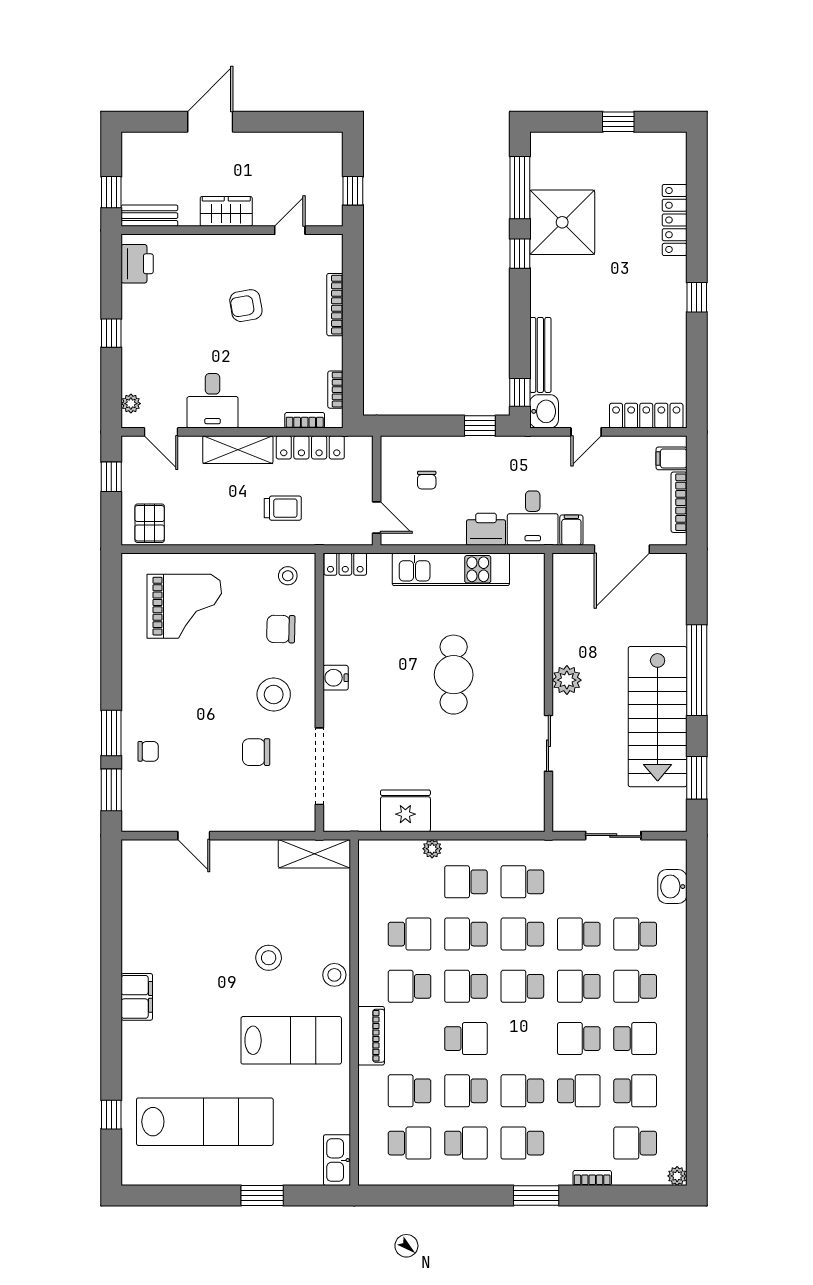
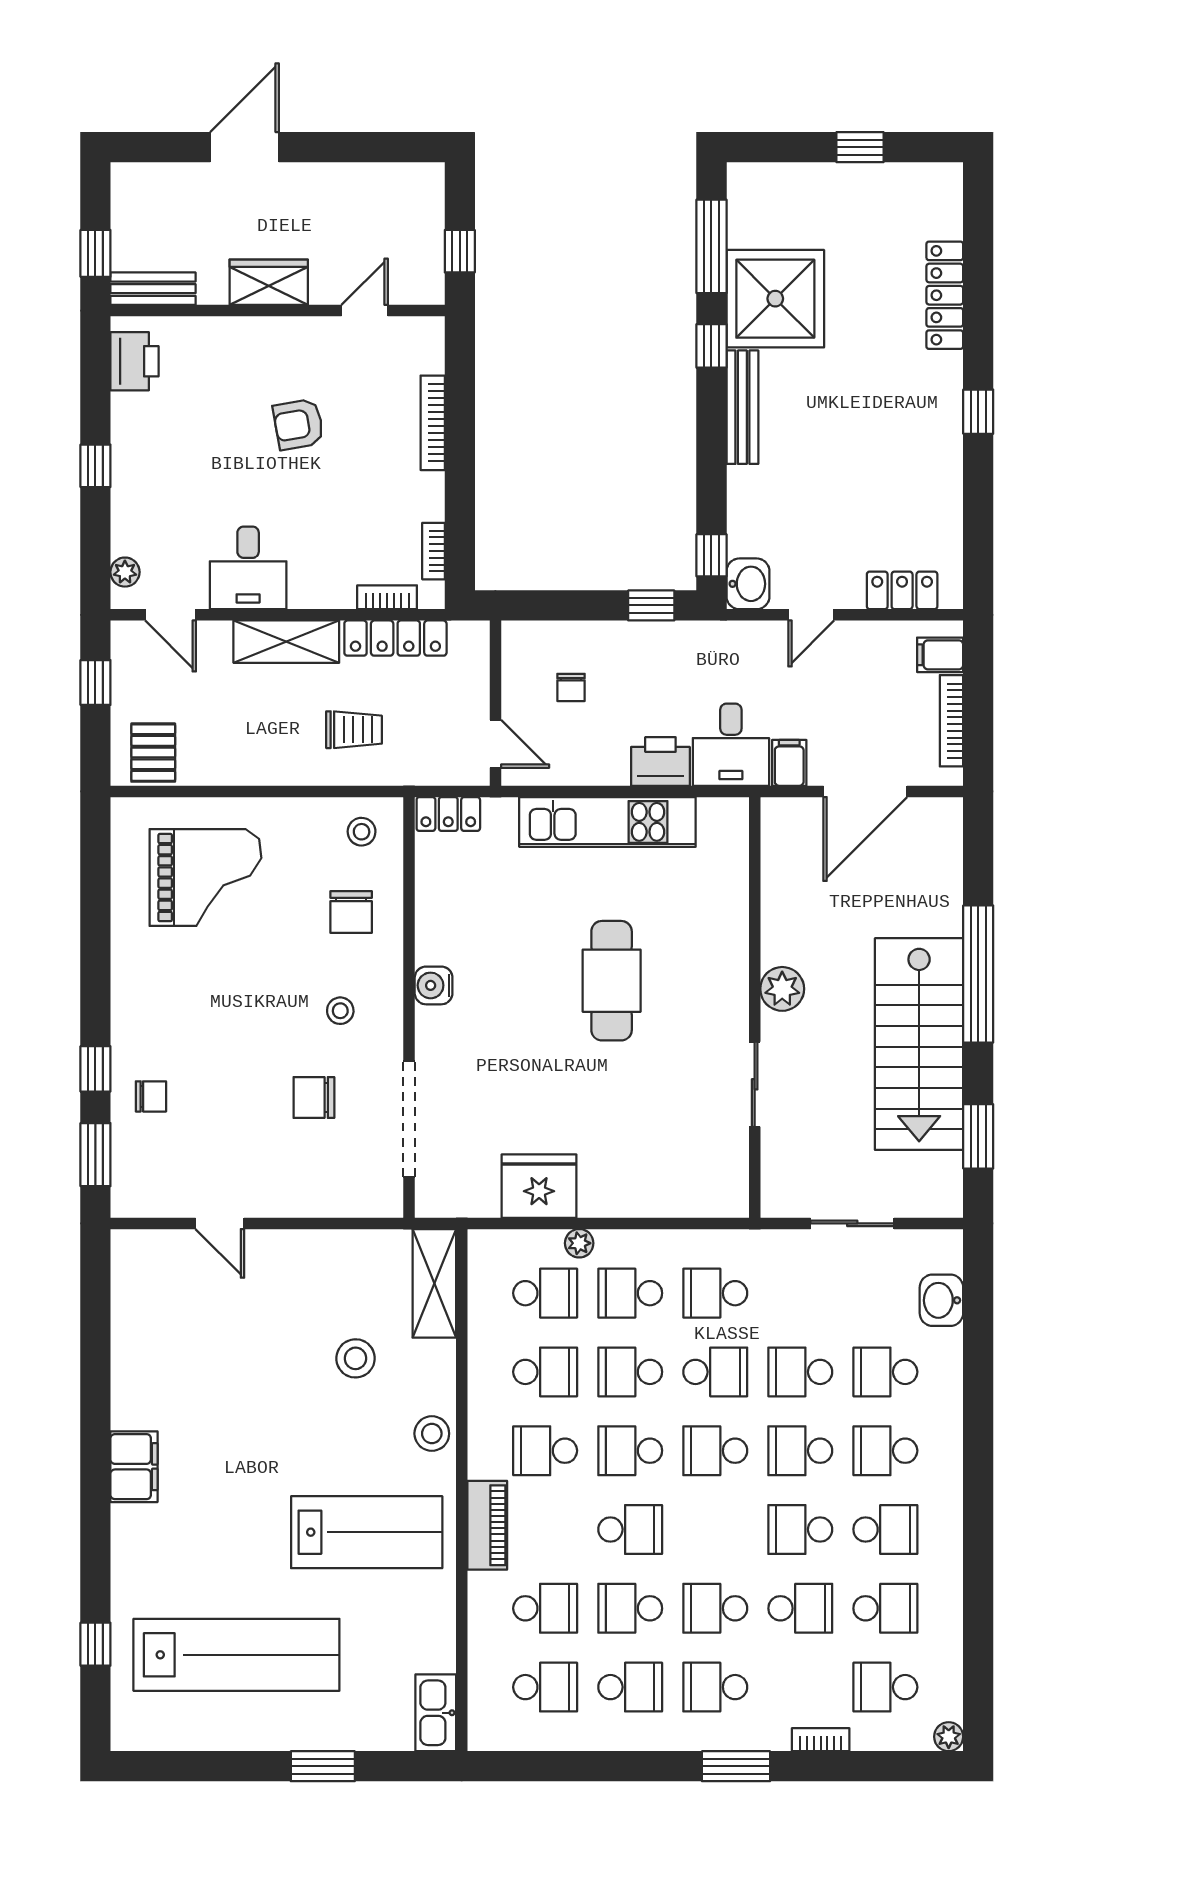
bench: (540, 355) -> (742, 407), moved
locker: (646, 416) -> (902, 590), width x0.66
chair: (281, 629) -> (351, 912), turned -91
stool: (274, 694) -> (340, 1011), width x0.53, depth x0.53
window: (111, 733) -> (95, 1069), width x0.67
shelving: (314, 854) -> (434, 1283), moved, turned 90
school desk: (410, 882) -> (545, 1293), added
school desk: (522, 934) -> (715, 1372), turned 180
stool: (269, 958) -> (356, 1358), moved
school desk: (410, 1091) -> (545, 1608), turned 180

